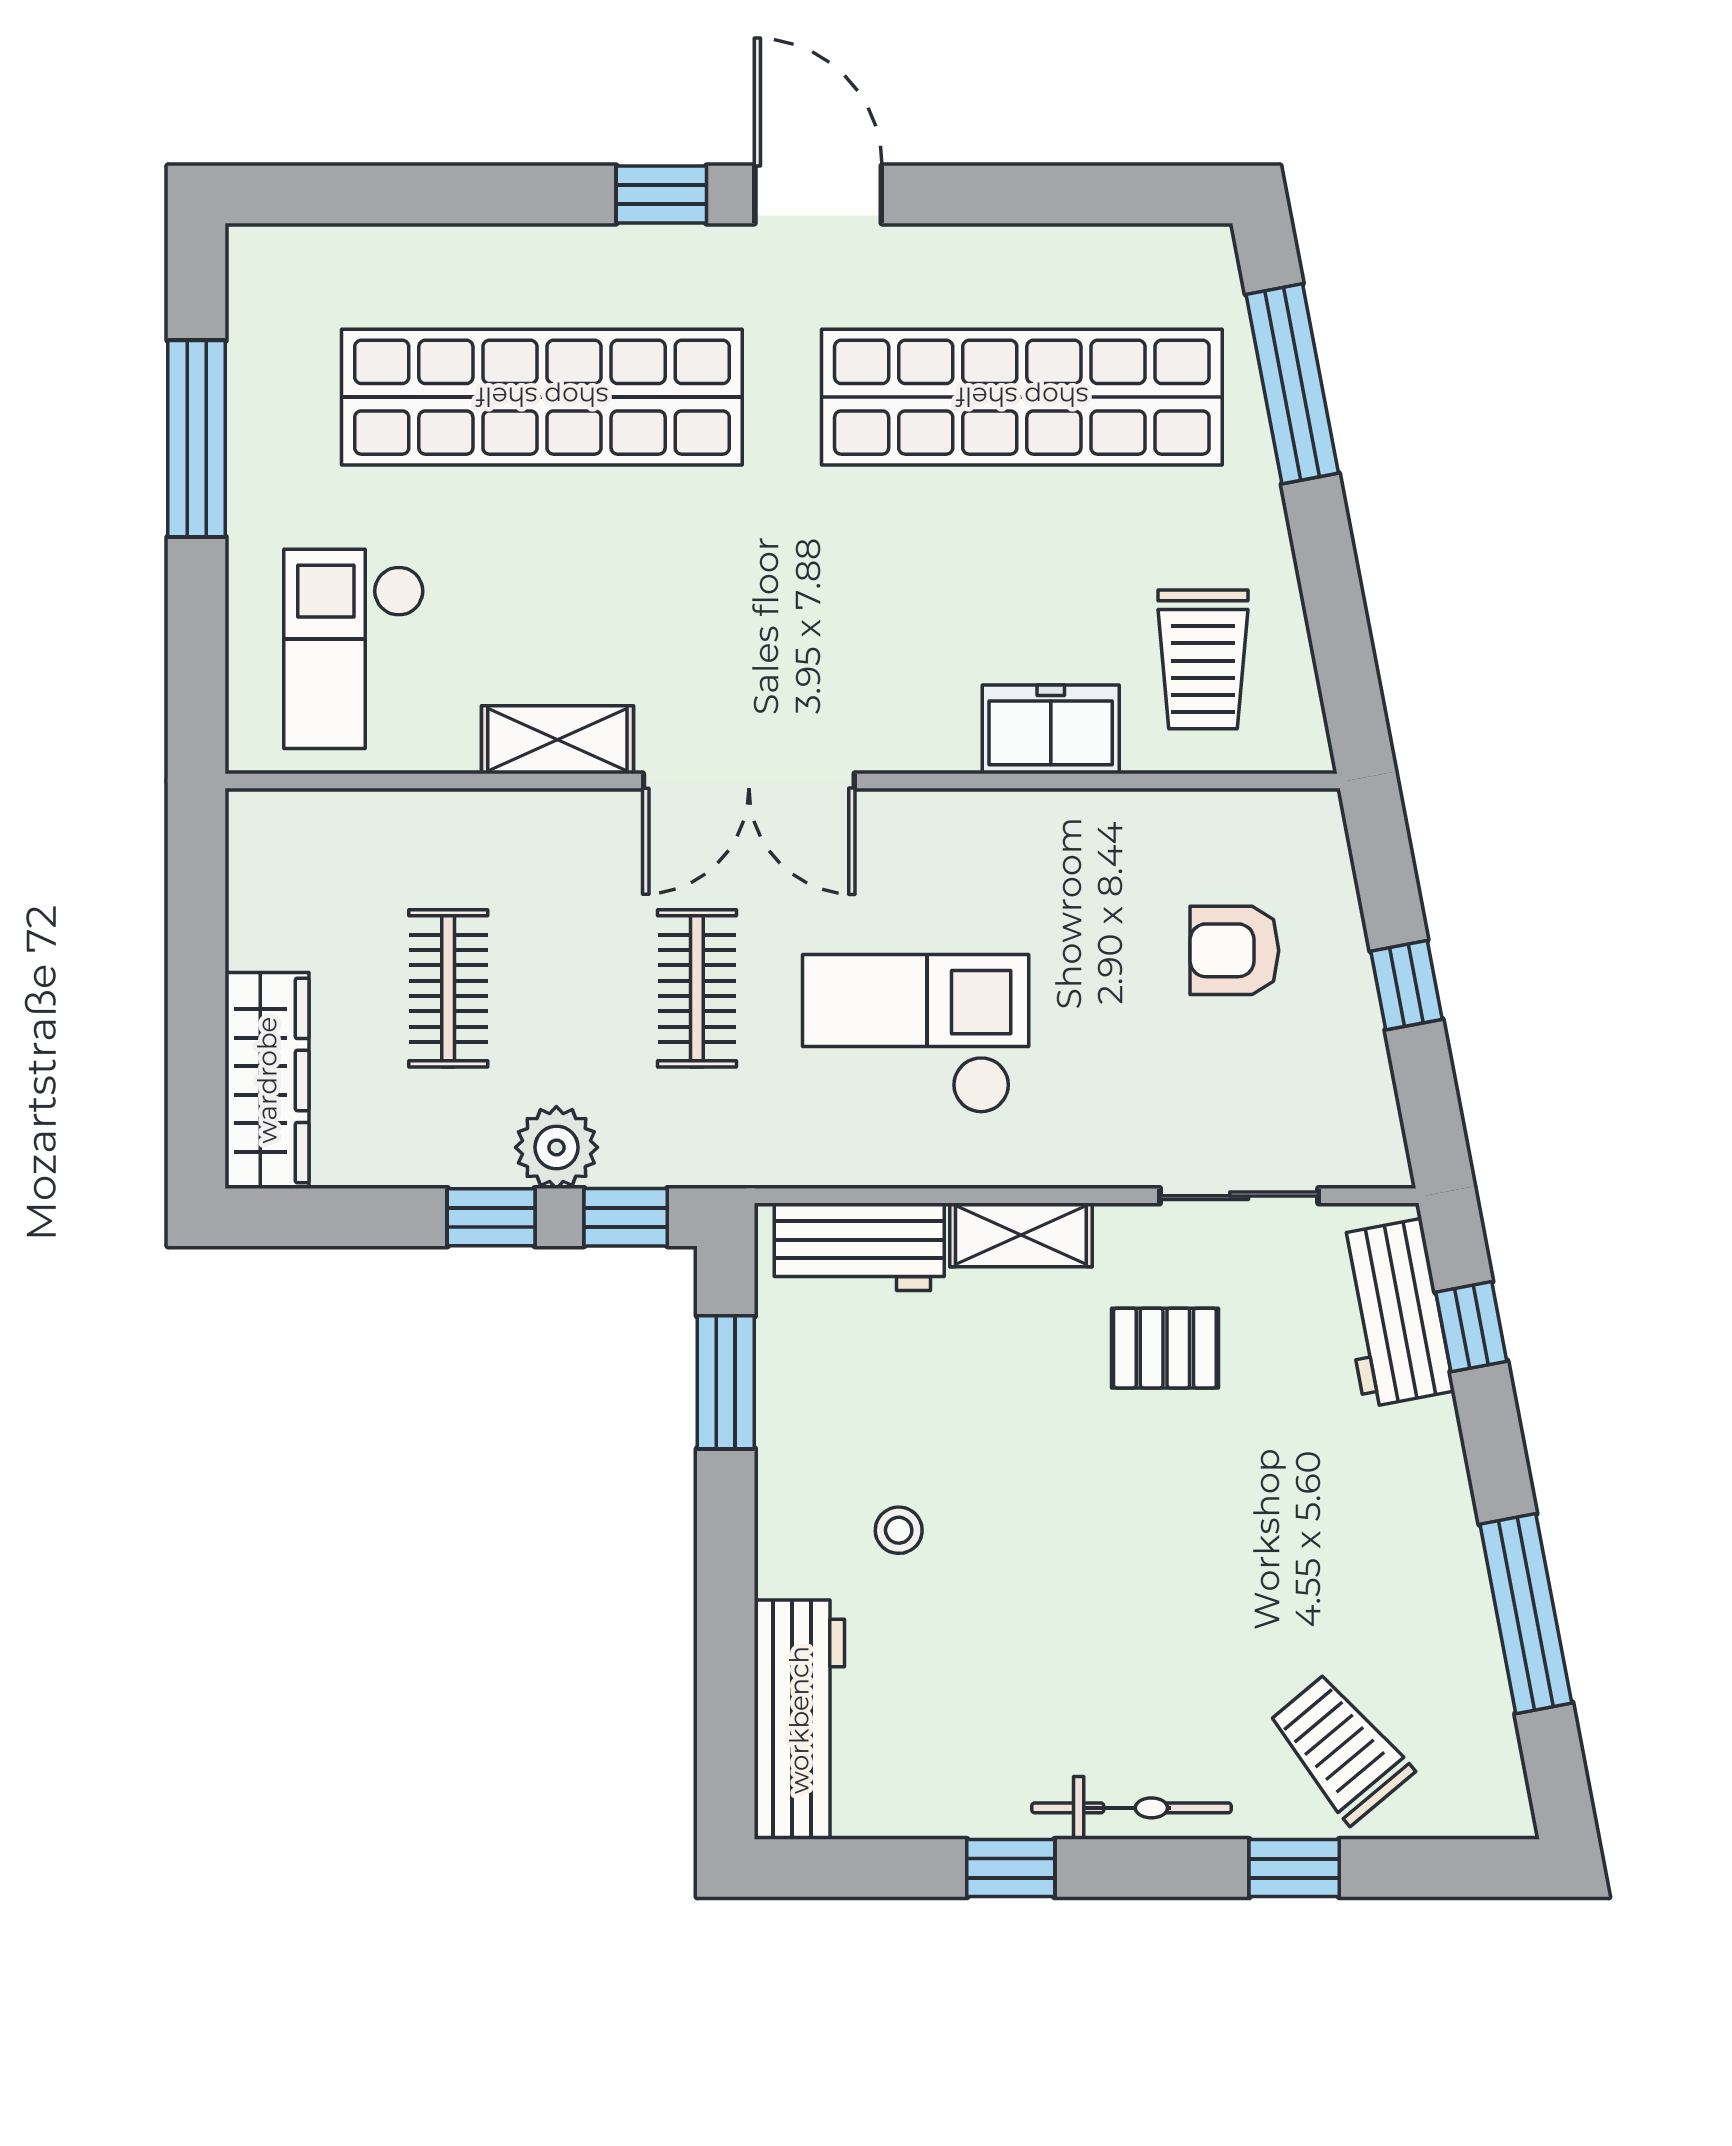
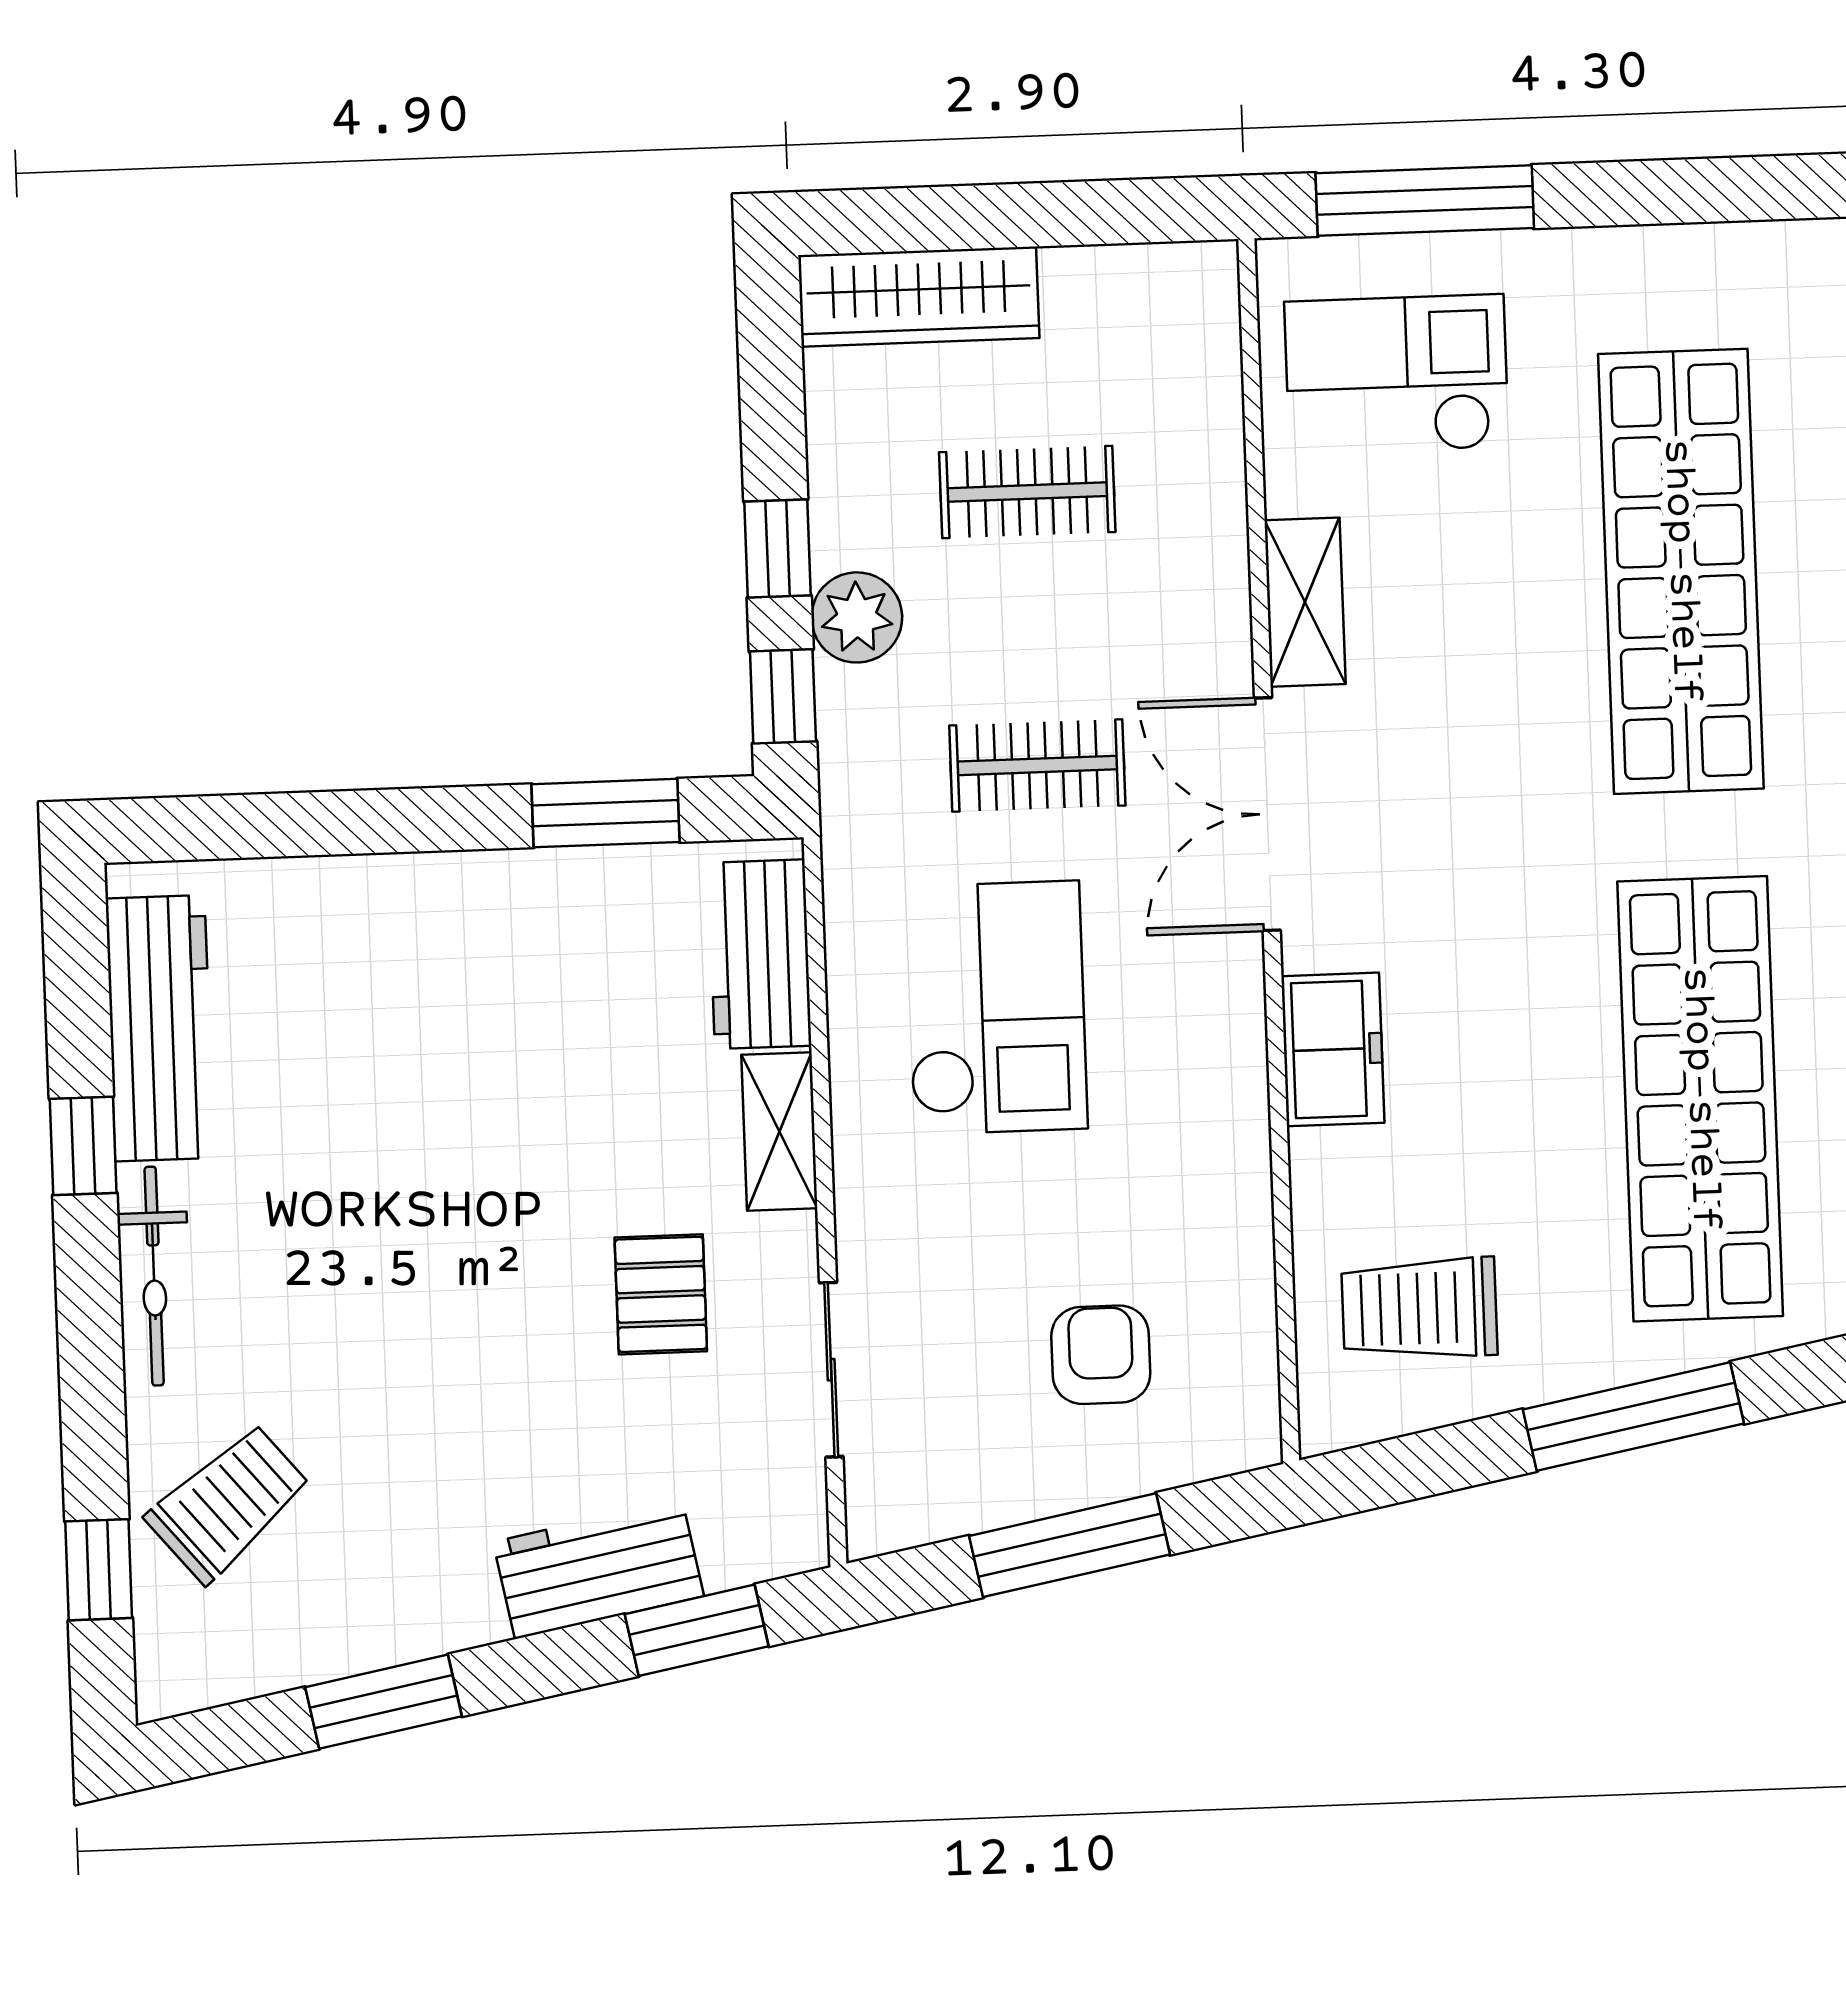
window: (1292, 384) -> (1633, 1417), moved
window: (197, 439) -> (1425, 201), moved
freezer: (1051, 729) -> (1333, 1049), moved
window: (1406, 985) -> (1069, 1545), width x2.17
workbench: (1393, 1313) -> (598, 1569), moved
window: (1471, 1327) -> (697, 1630), width x1.50
stool: (899, 1530) -> (450, 1009), removed
window: (1526, 1614) -> (384, 1702), width x0.69
workbench: (799, 1720) -> (160, 1028), moved, turned -90
window: (1294, 1868) -> (99, 1570), moved

